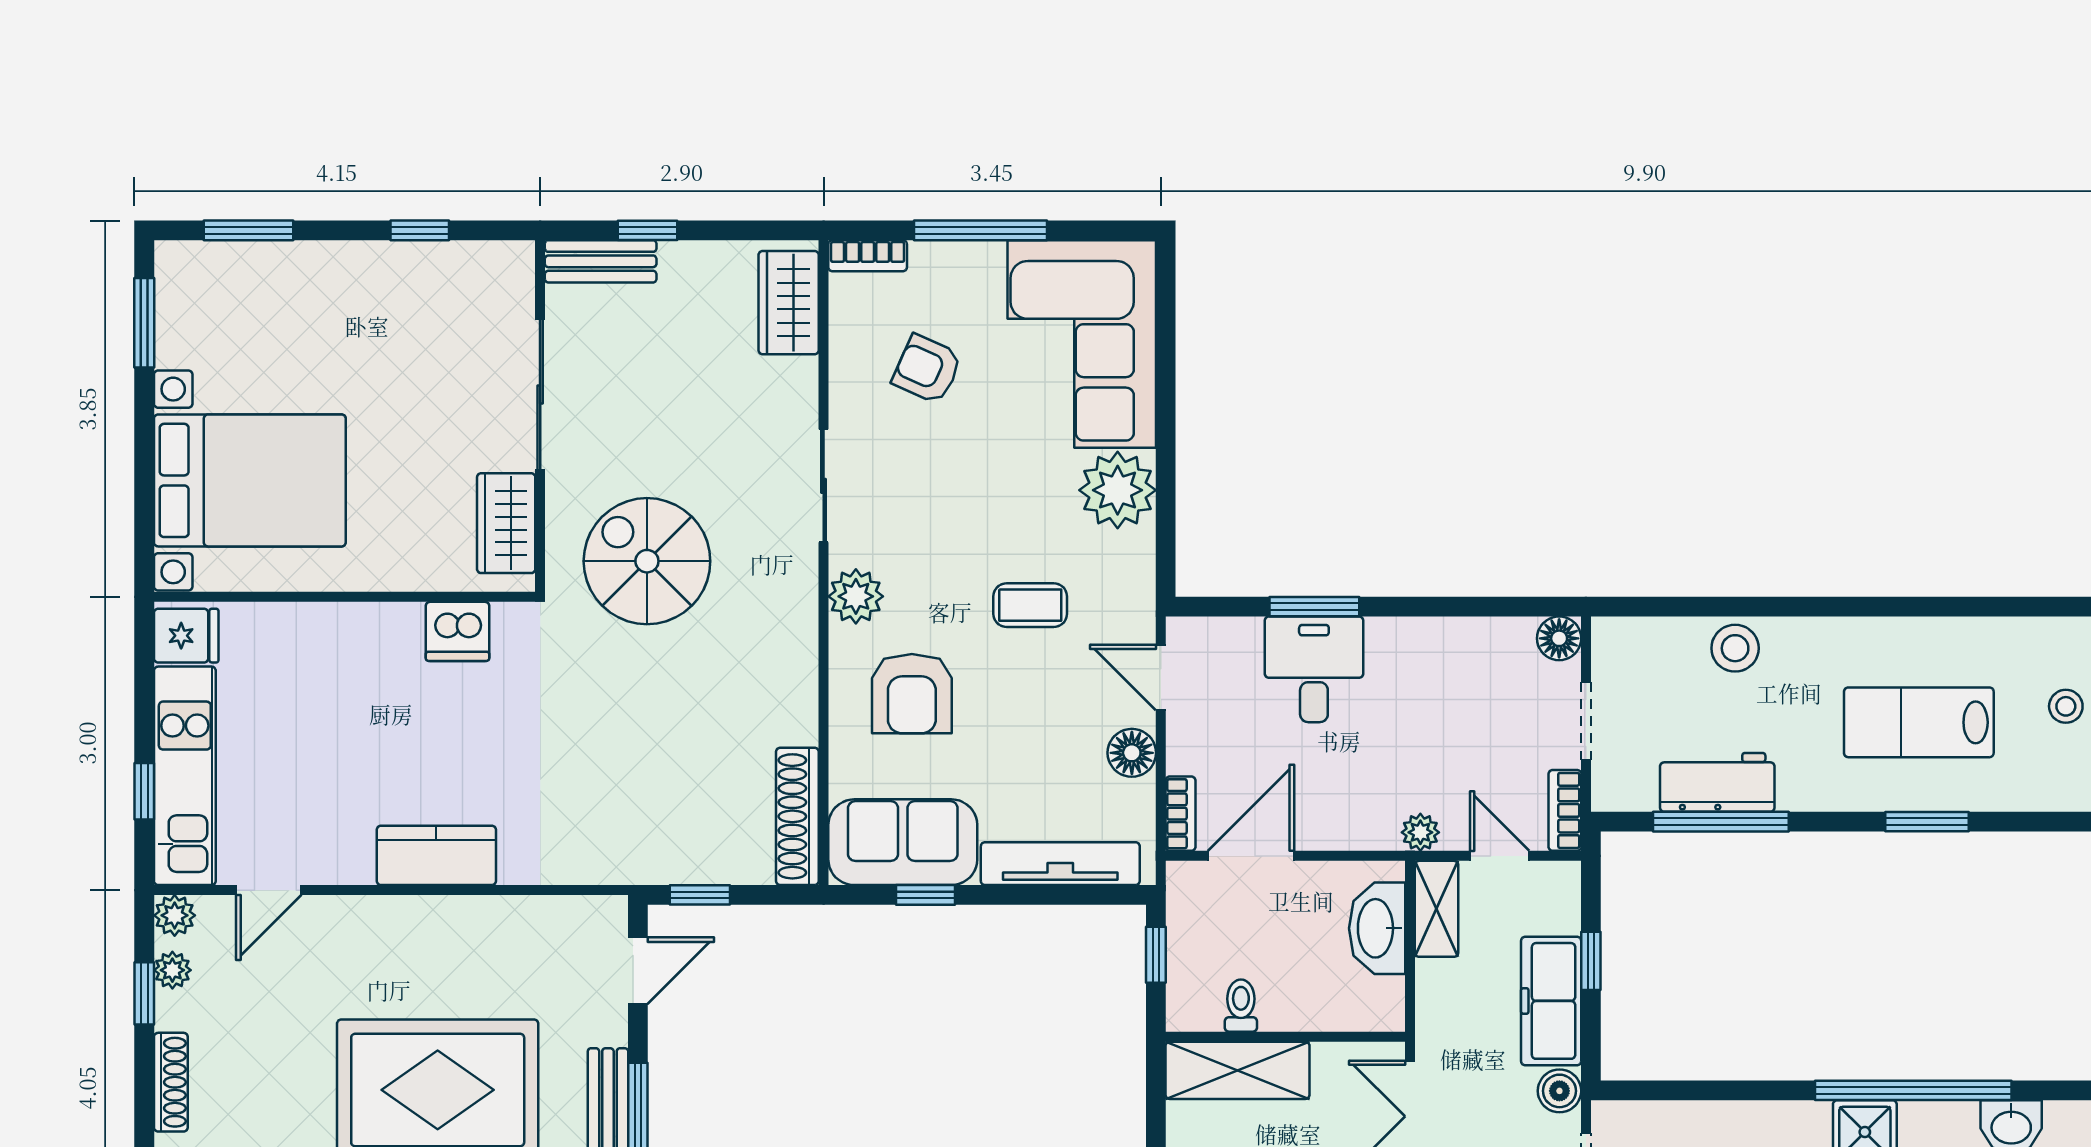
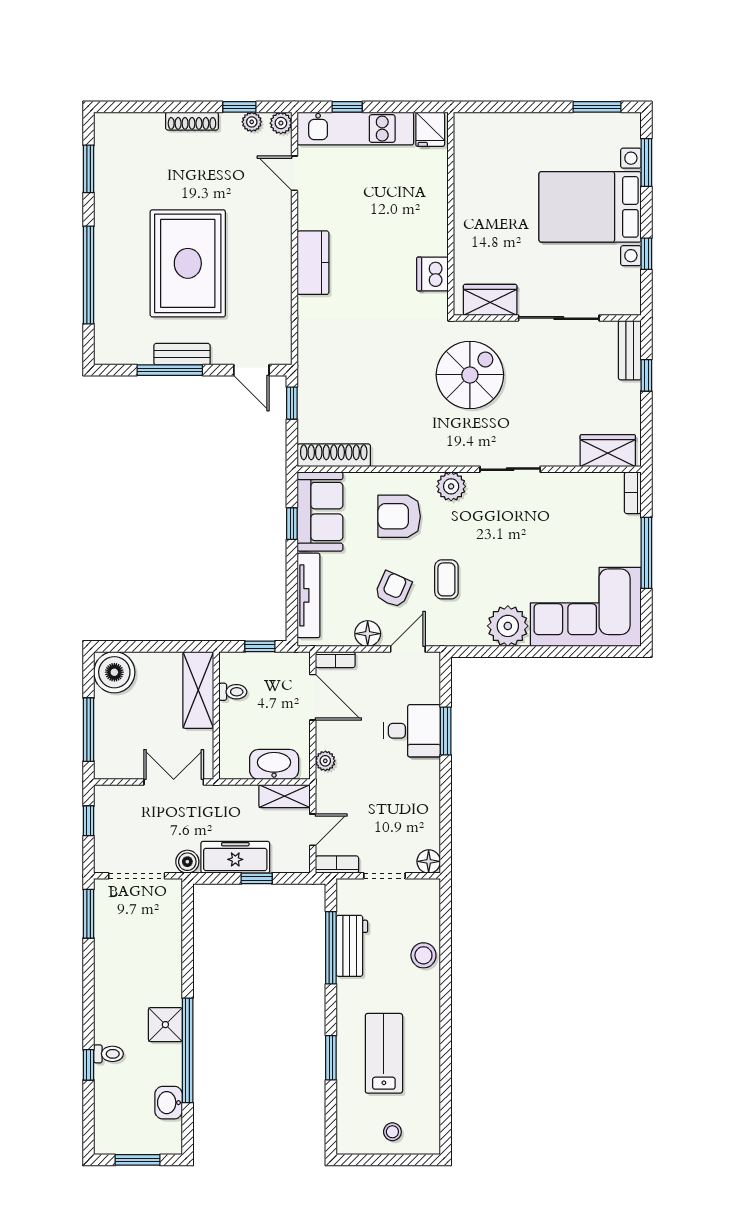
armchair: (927, 369) -> (393, 589), moved
bed with nightstands: (250, 480) -> (590, 207), moved, turned 90
plant: (1420, 832) -> (325, 761), moved

